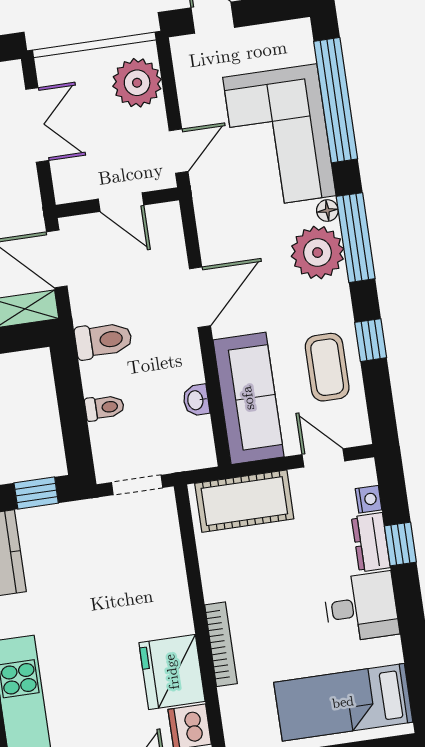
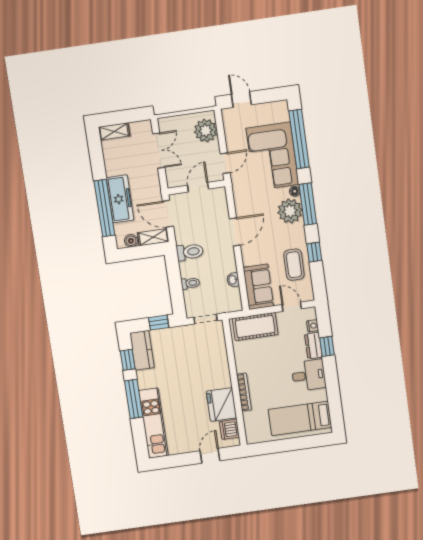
door: (121, 202) -> (198, 187), swing flipped
sofa: (248, 398) -> (258, 287), width x0.73

